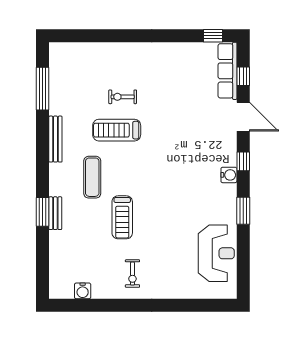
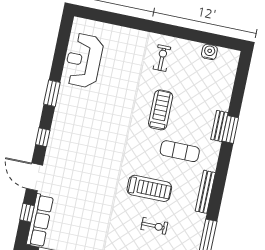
exercise bike: (123, 97) -> (154, 226), moved
water cooler: (229, 175) -> (58, 128), removed
exercise mat: (92, 177) -> (180, 151), turned 90

